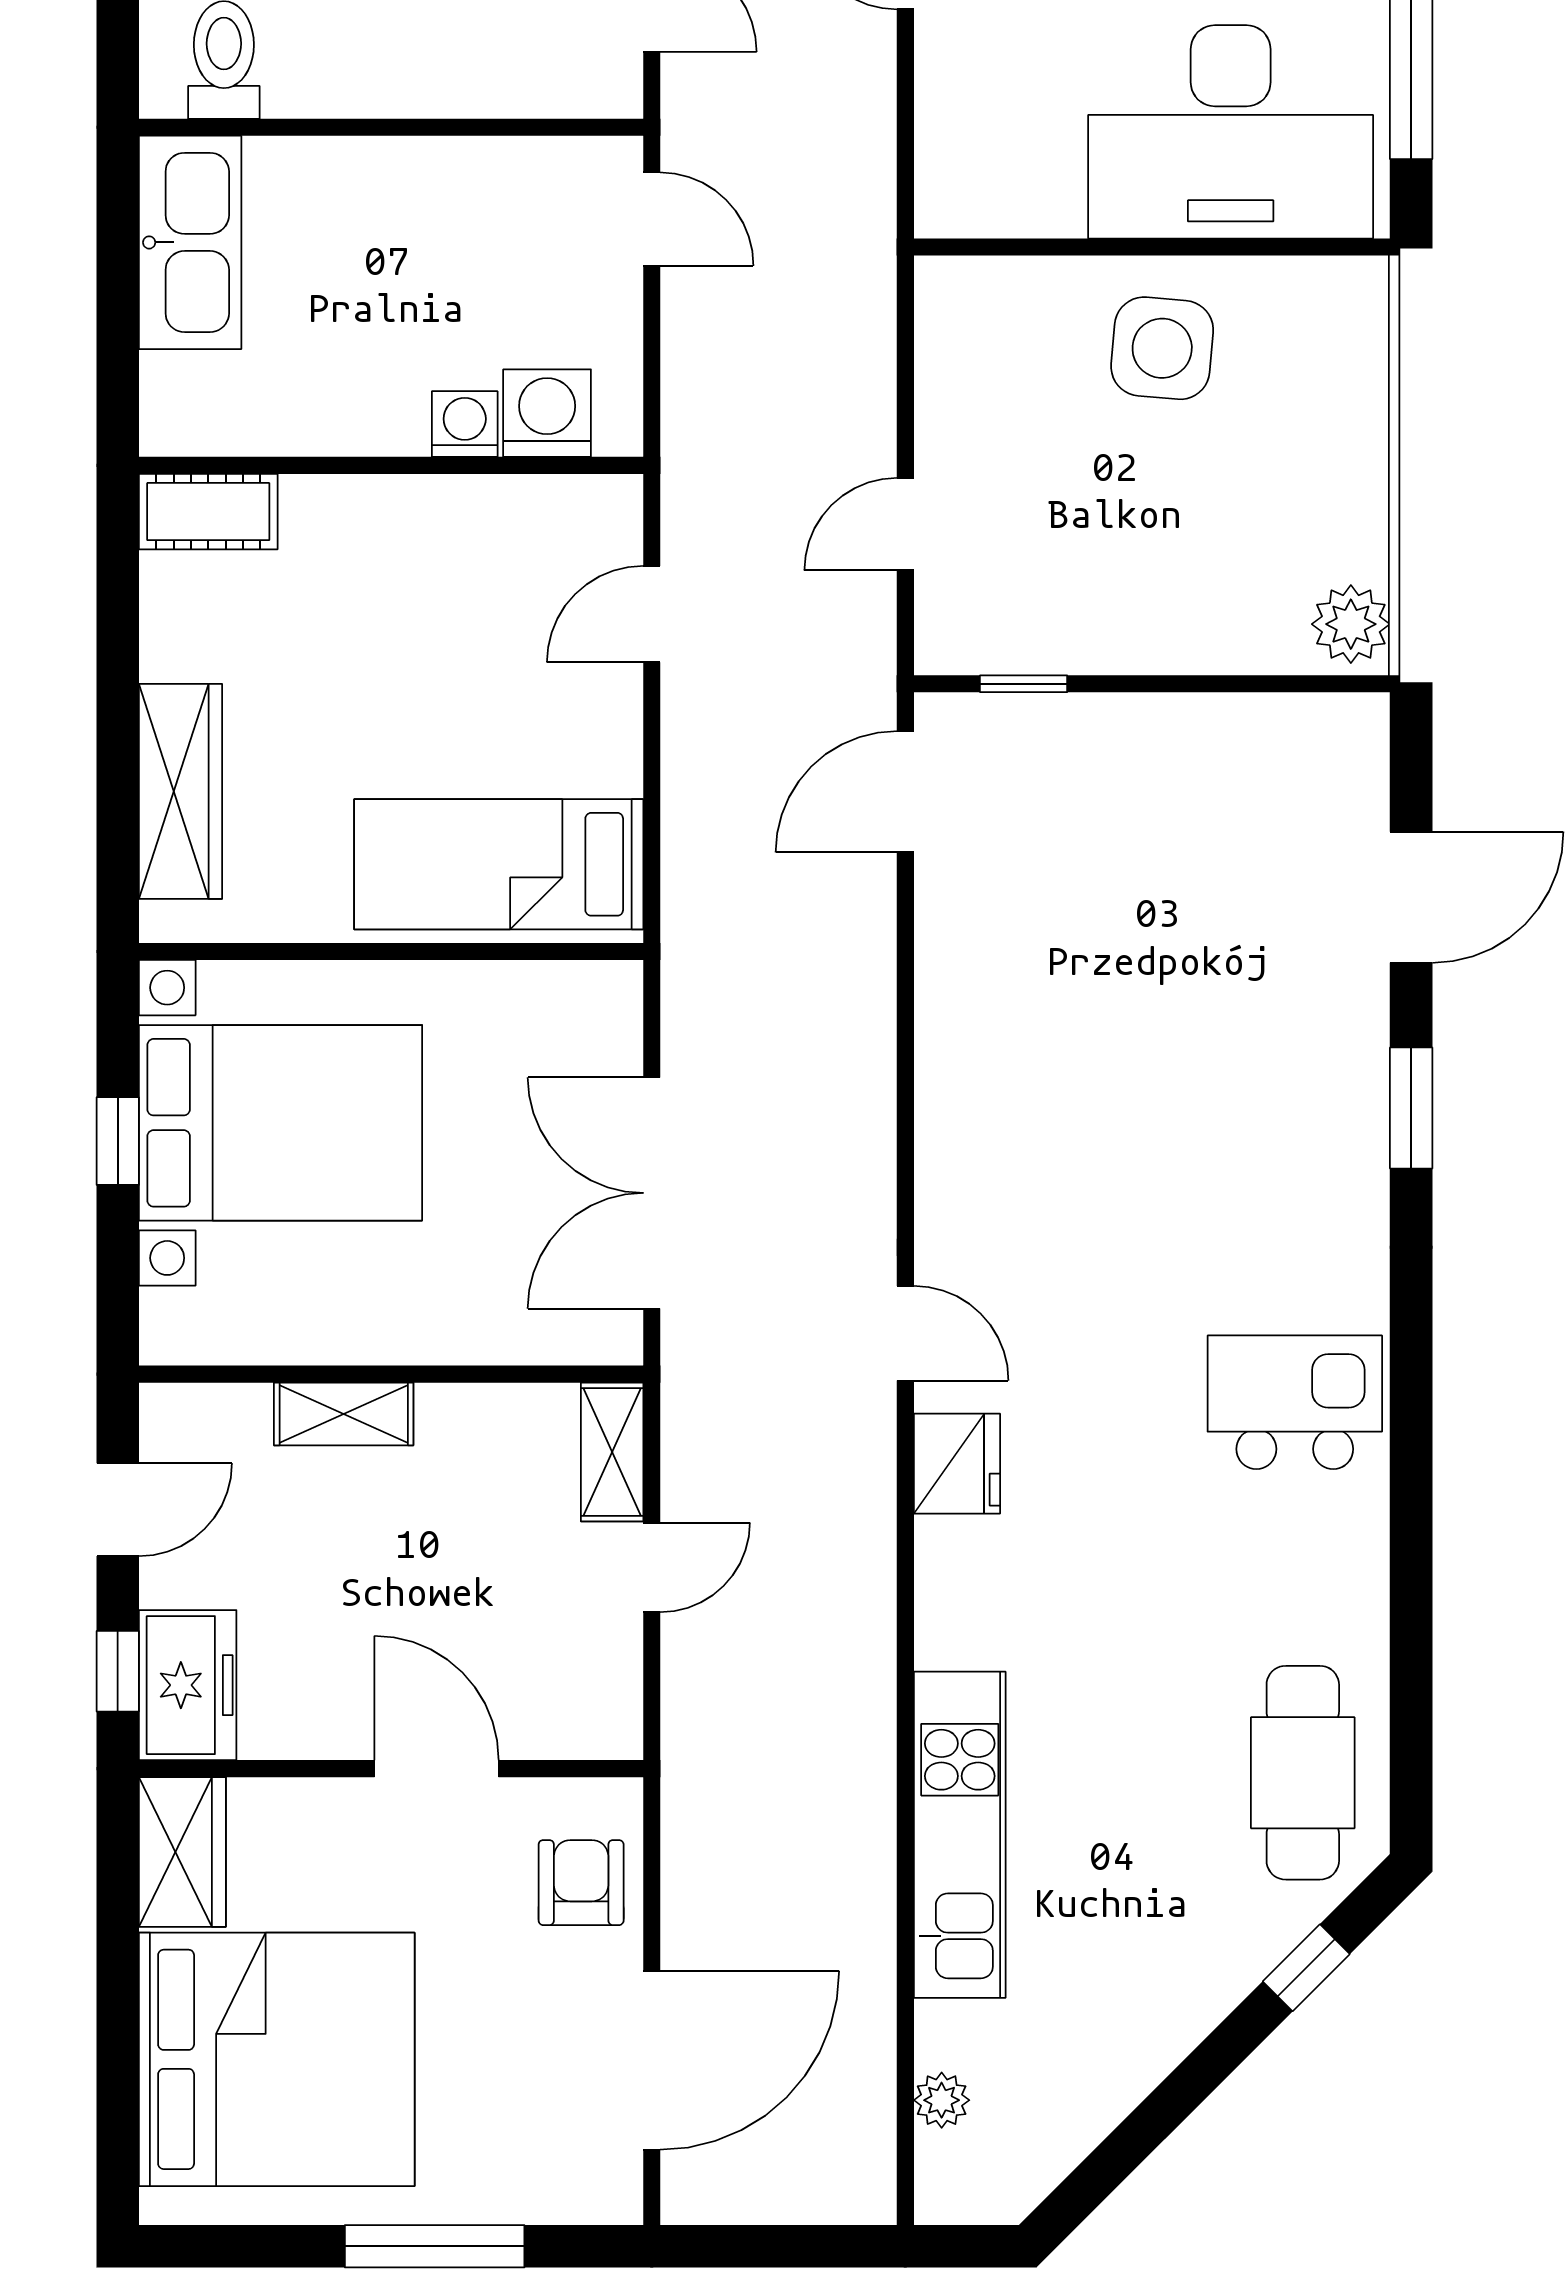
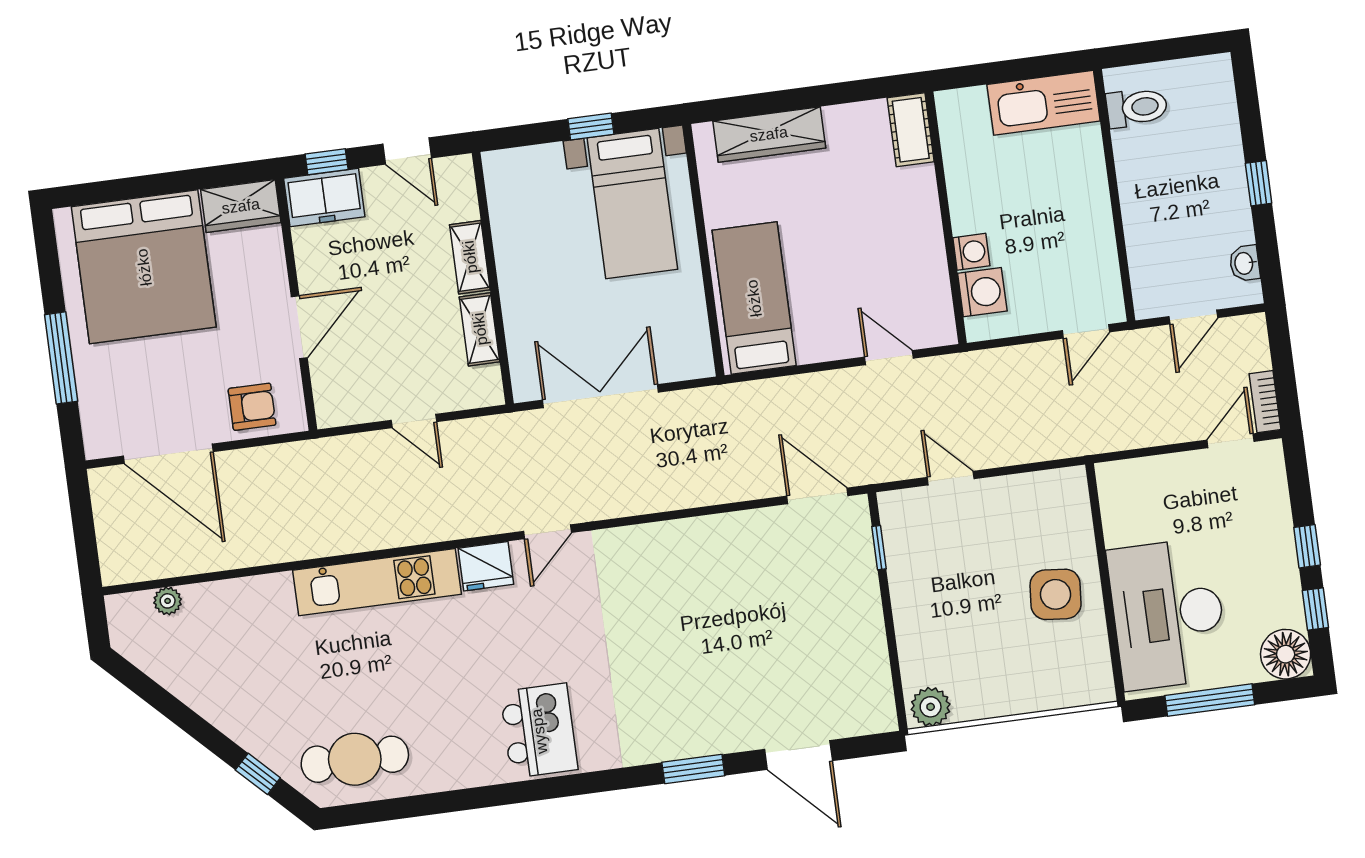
bed with nightstands: (281, 1123) -> (632, 204), width x0.73
shelving: (612, 1452) -> (480, 329), moved, turned 90
kitchen unit: (960, 1835) -> (377, 582), moved

